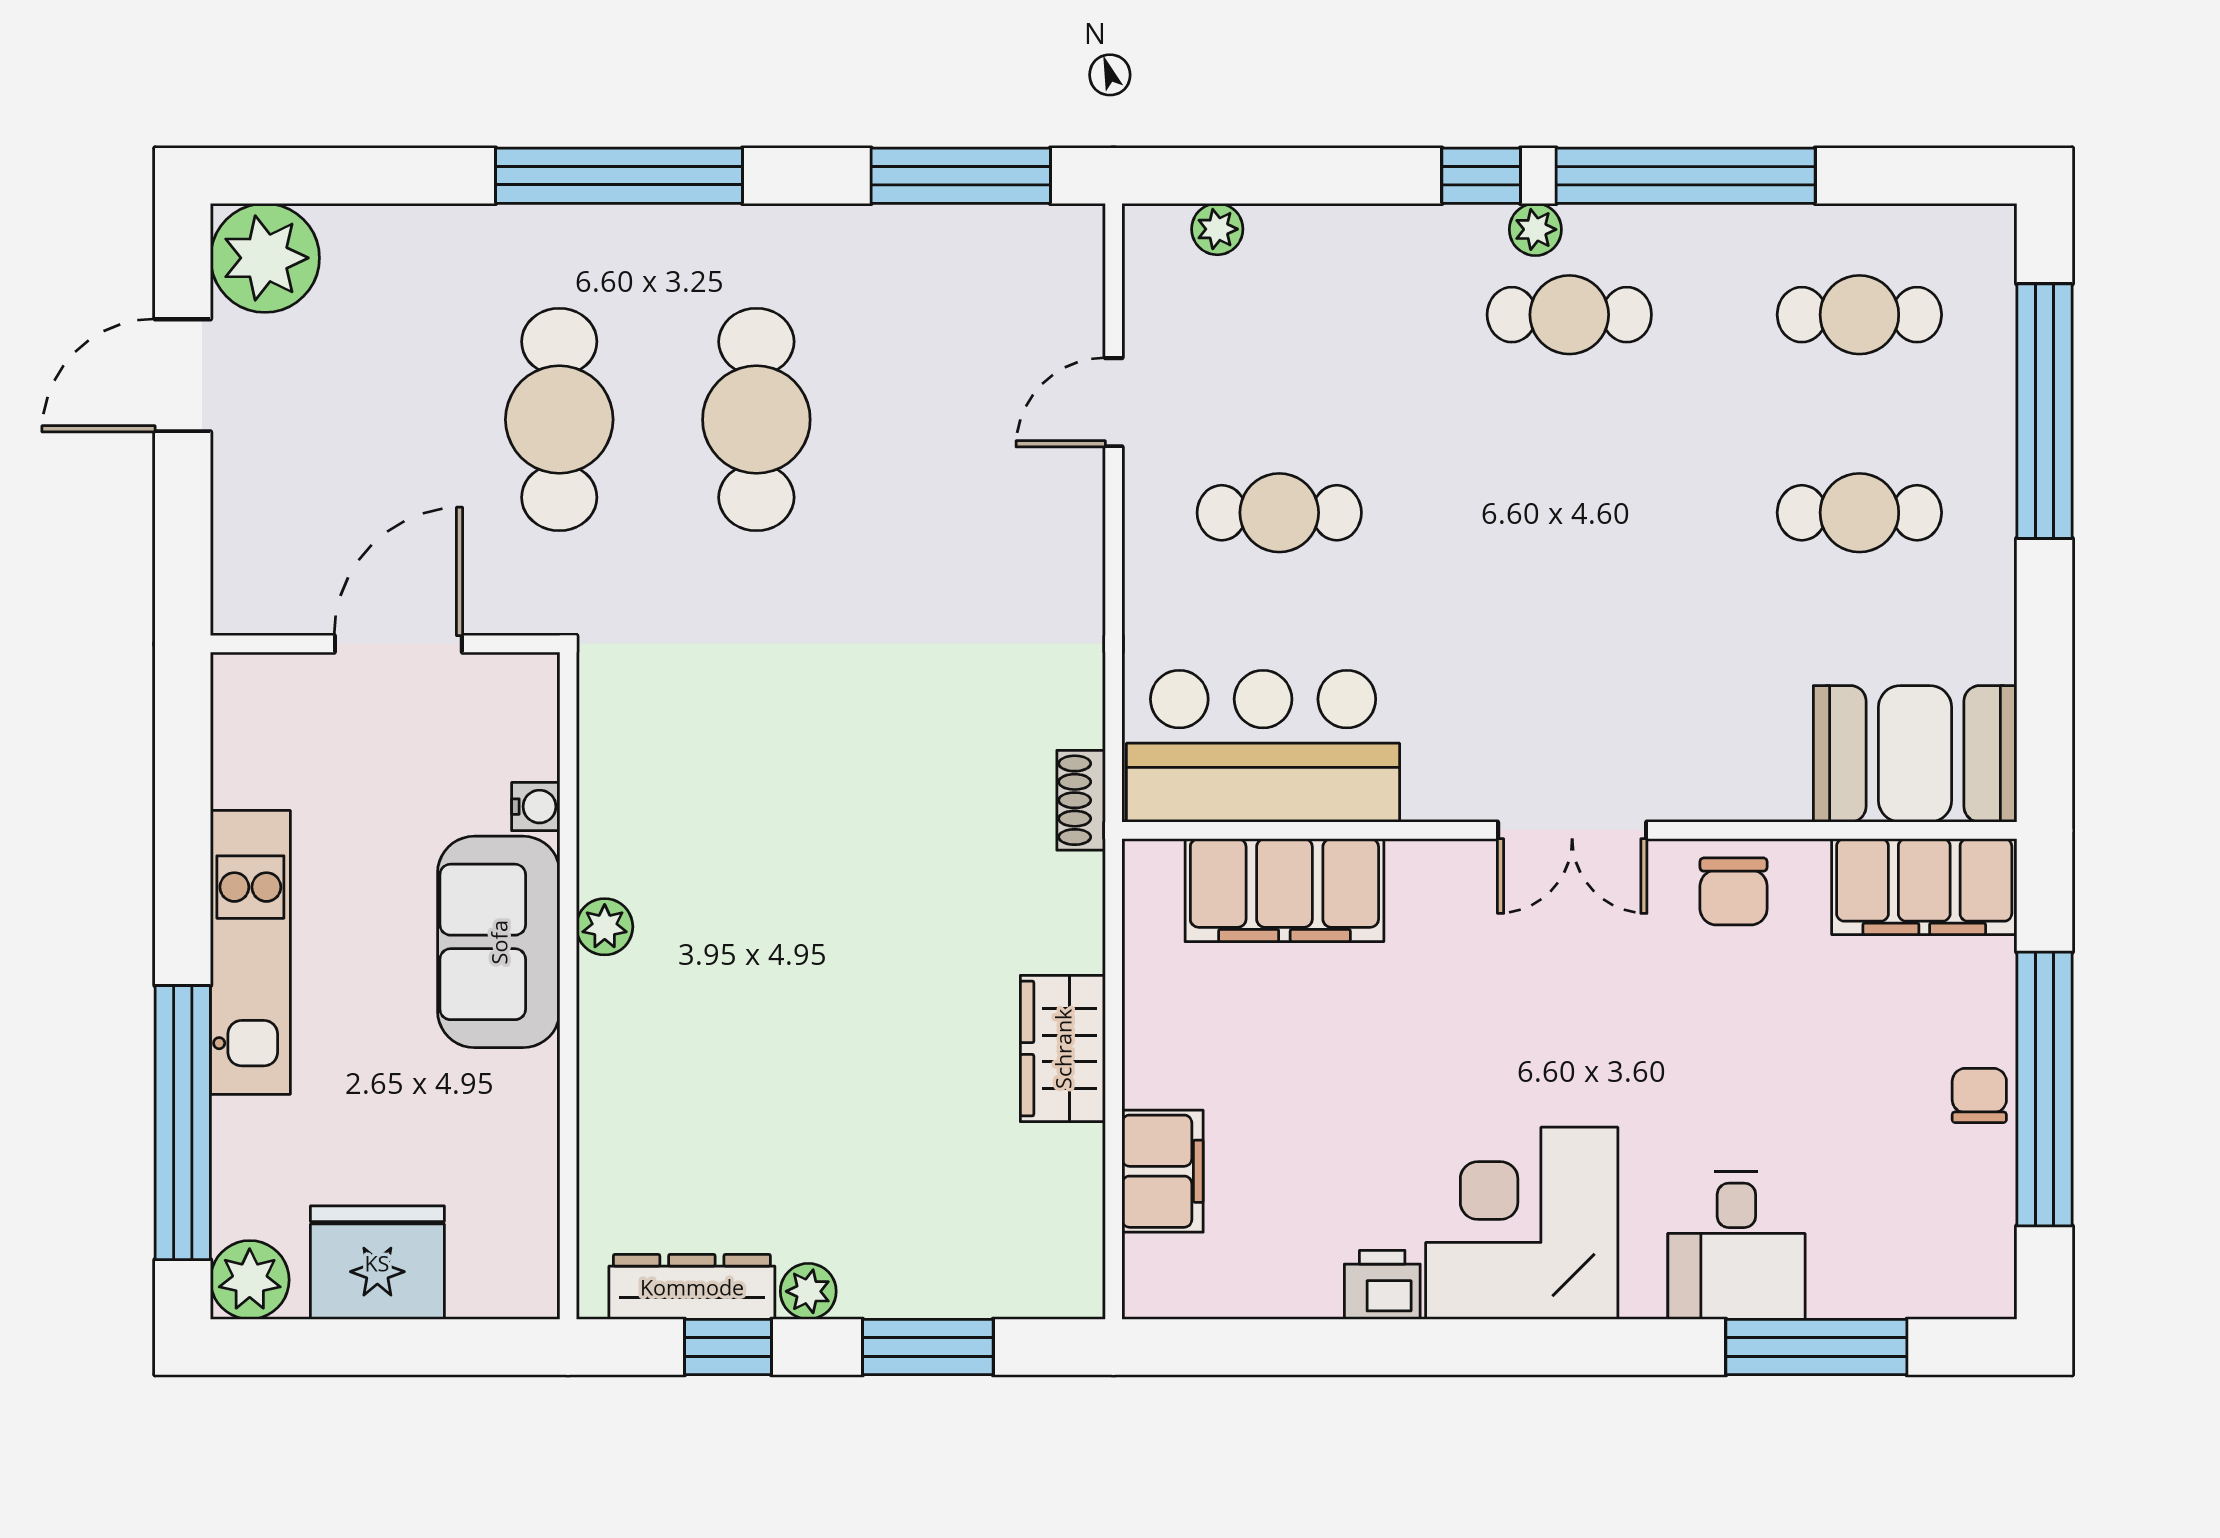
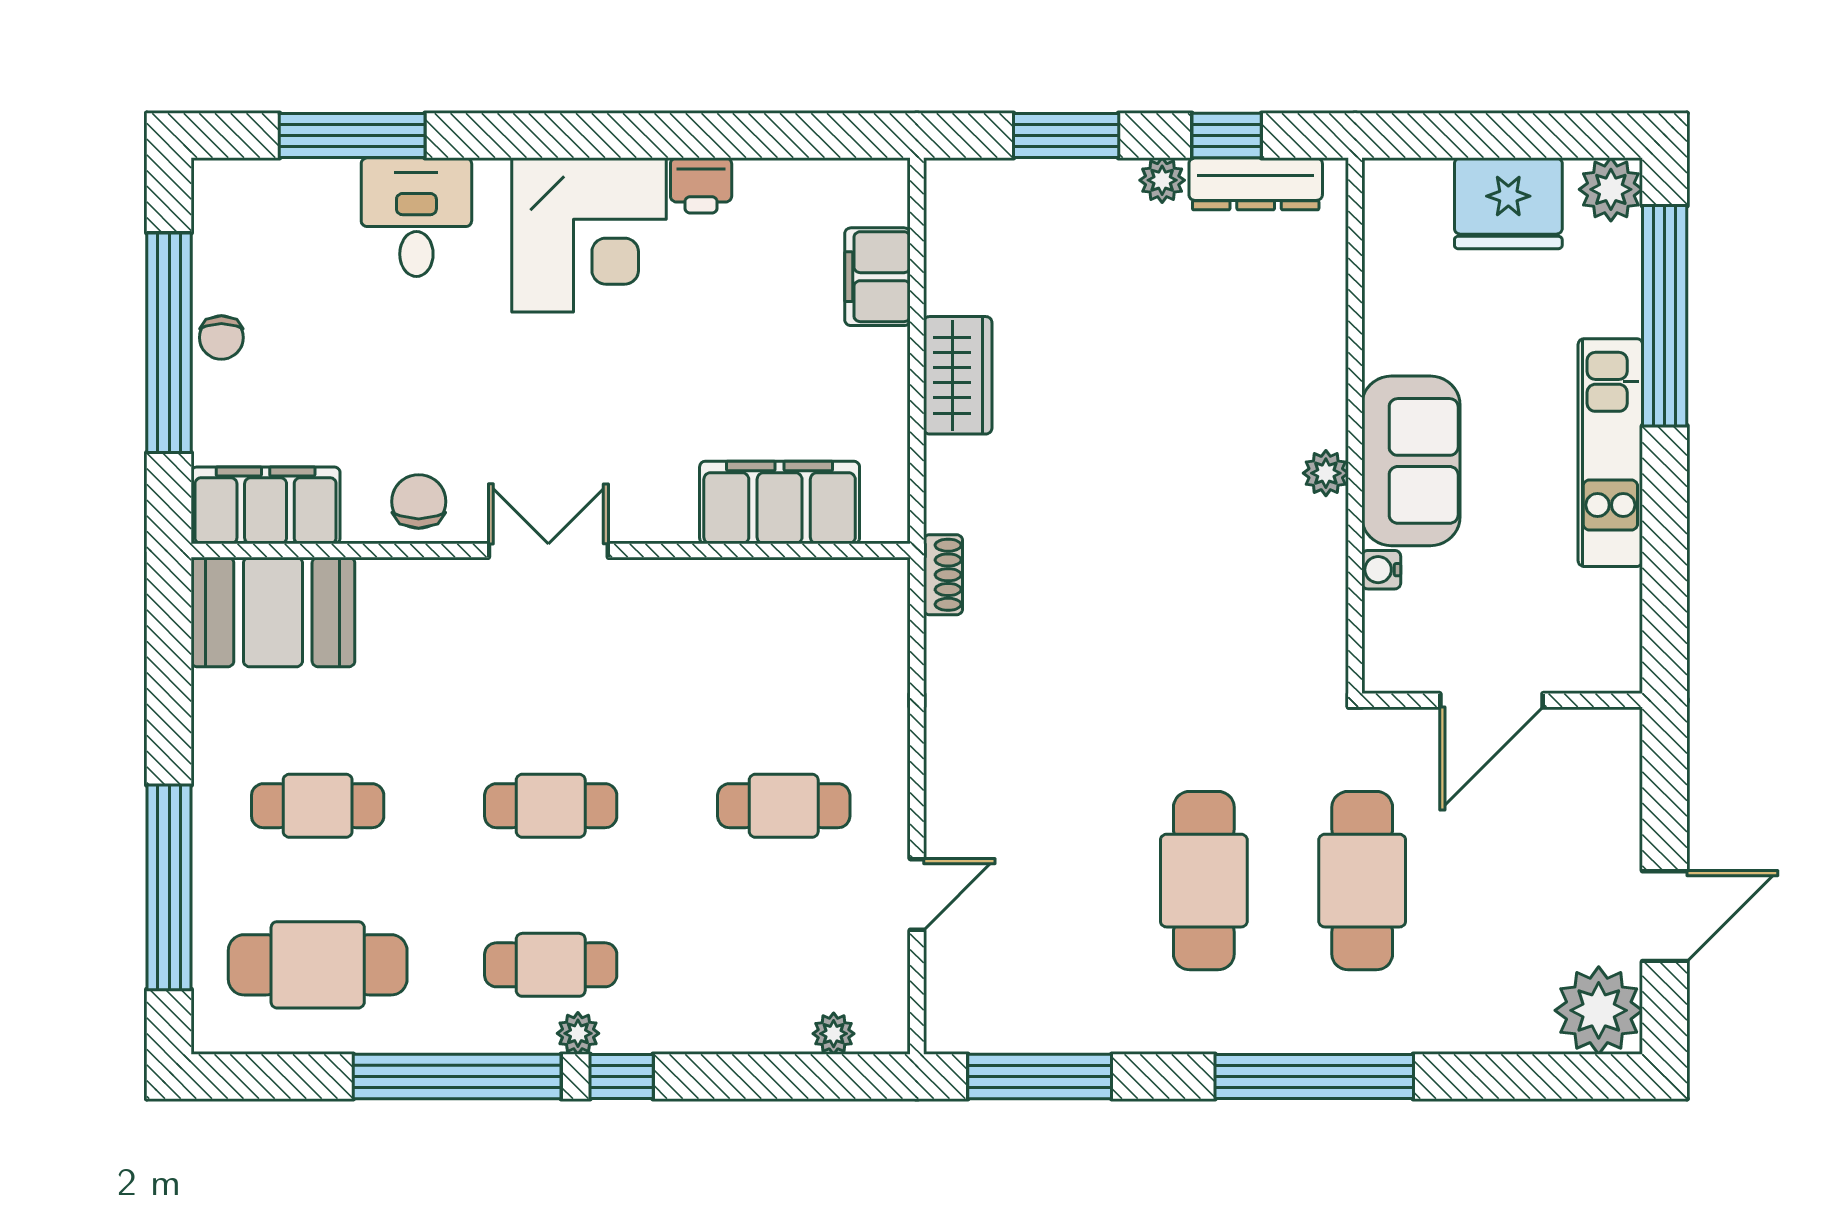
cafe table: (1859, 315) -> (318, 965), width x1.37, depth x1.35
cafe table: (1569, 513) -> (551, 806), added
bar counter: (1263, 746) -> (797, 618), removed

